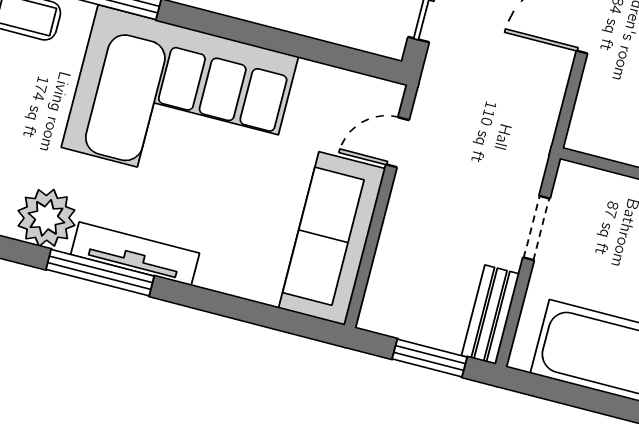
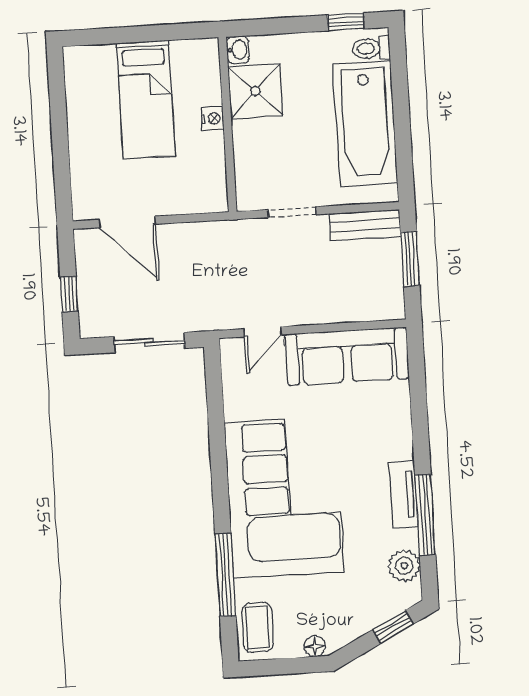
door: (398, 142) -> (263, 332), hinge flipped
plant: (46, 218) -> (404, 566), width x0.73, depth x0.73
tv unit: (135, 254) -> (404, 494), width x0.71

